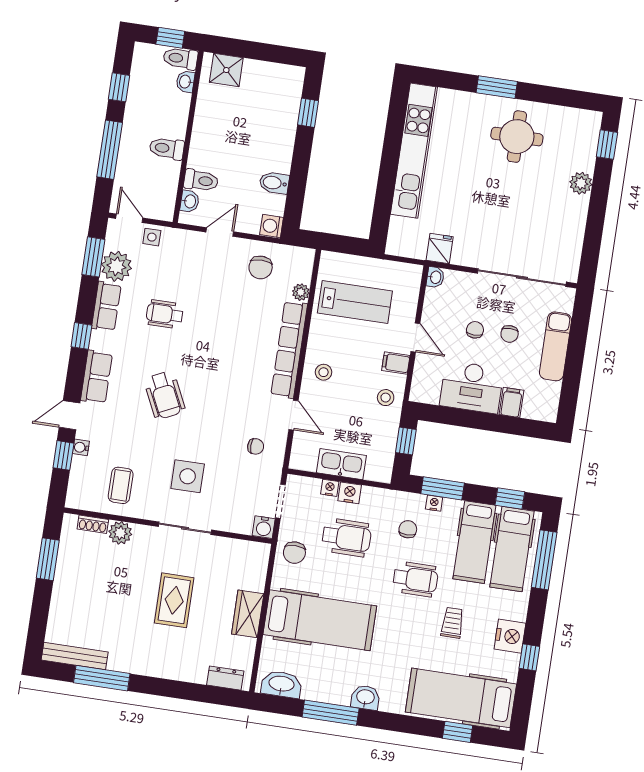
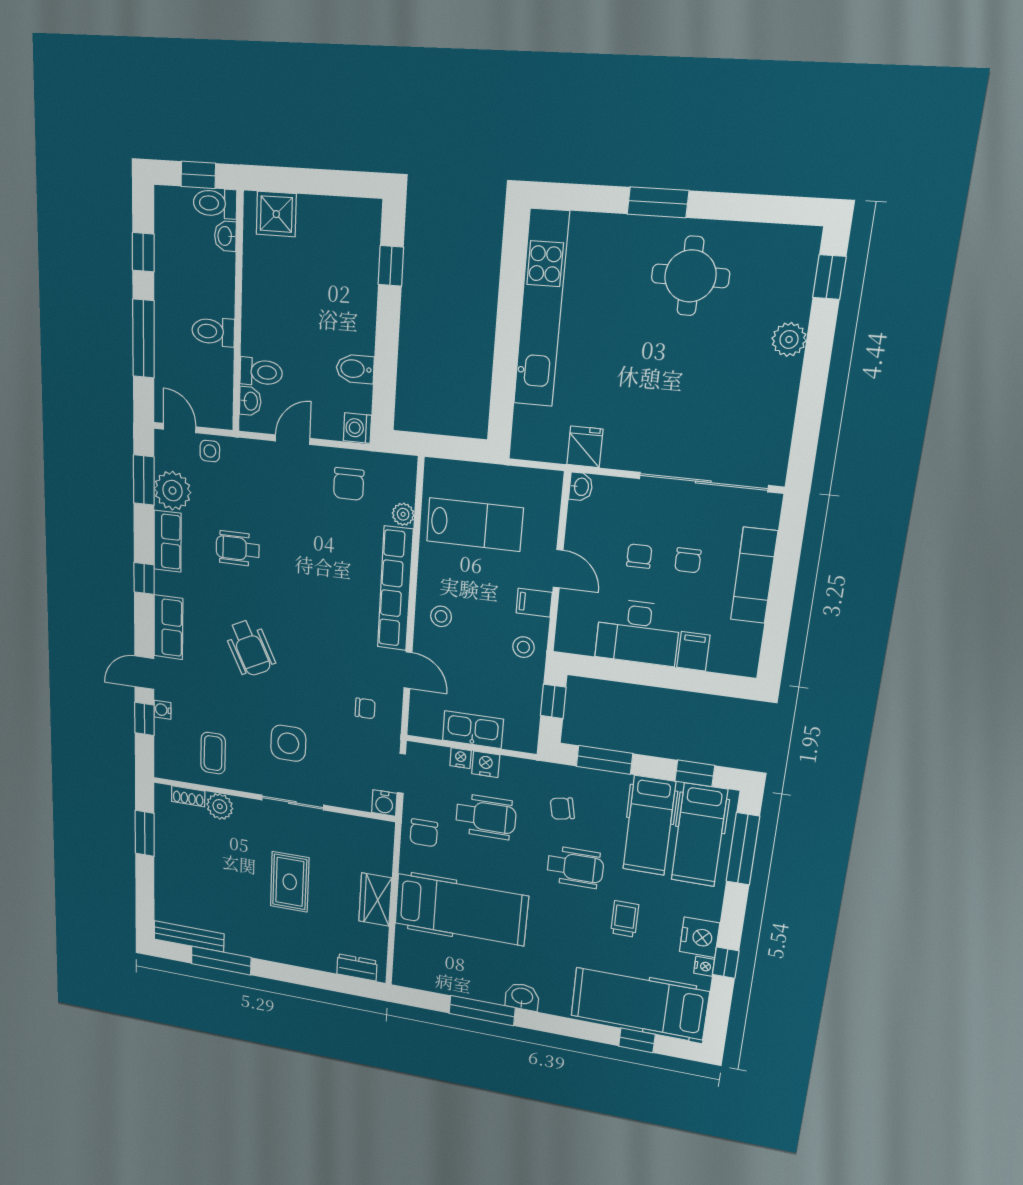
nightstand: (434, 503) -> (704, 966), moved, turned 90
chair: (408, 529) -> (562, 809), turned -102
washbasin: (281, 684) -> (422, 977), removed

